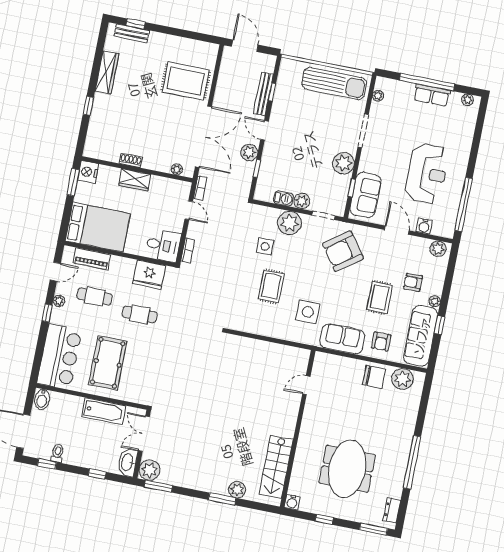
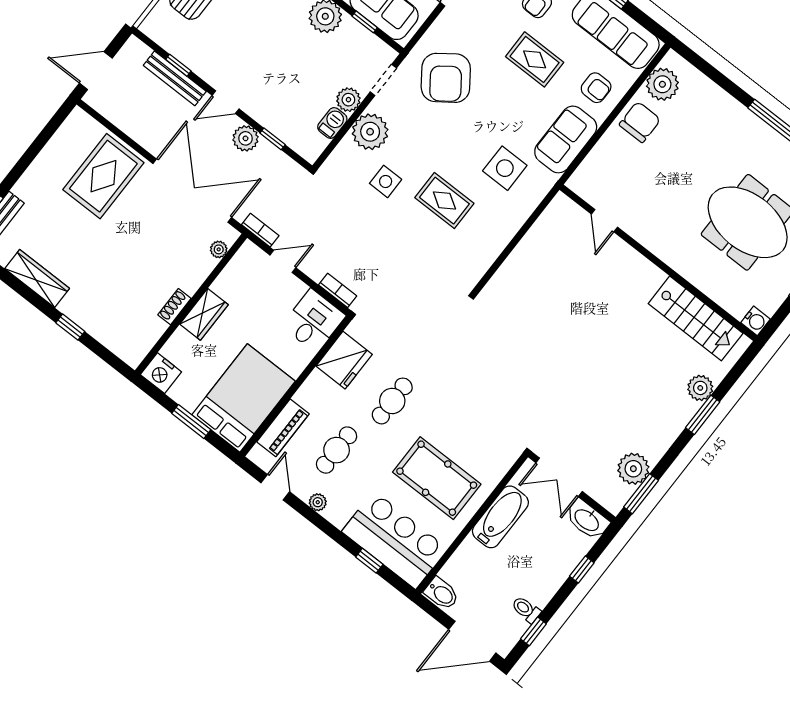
window: (73, 182) -> (191, 422), moved
window: (47, 313) -> (369, 561), moved
plant: (149, 470) -> (633, 469), moved

